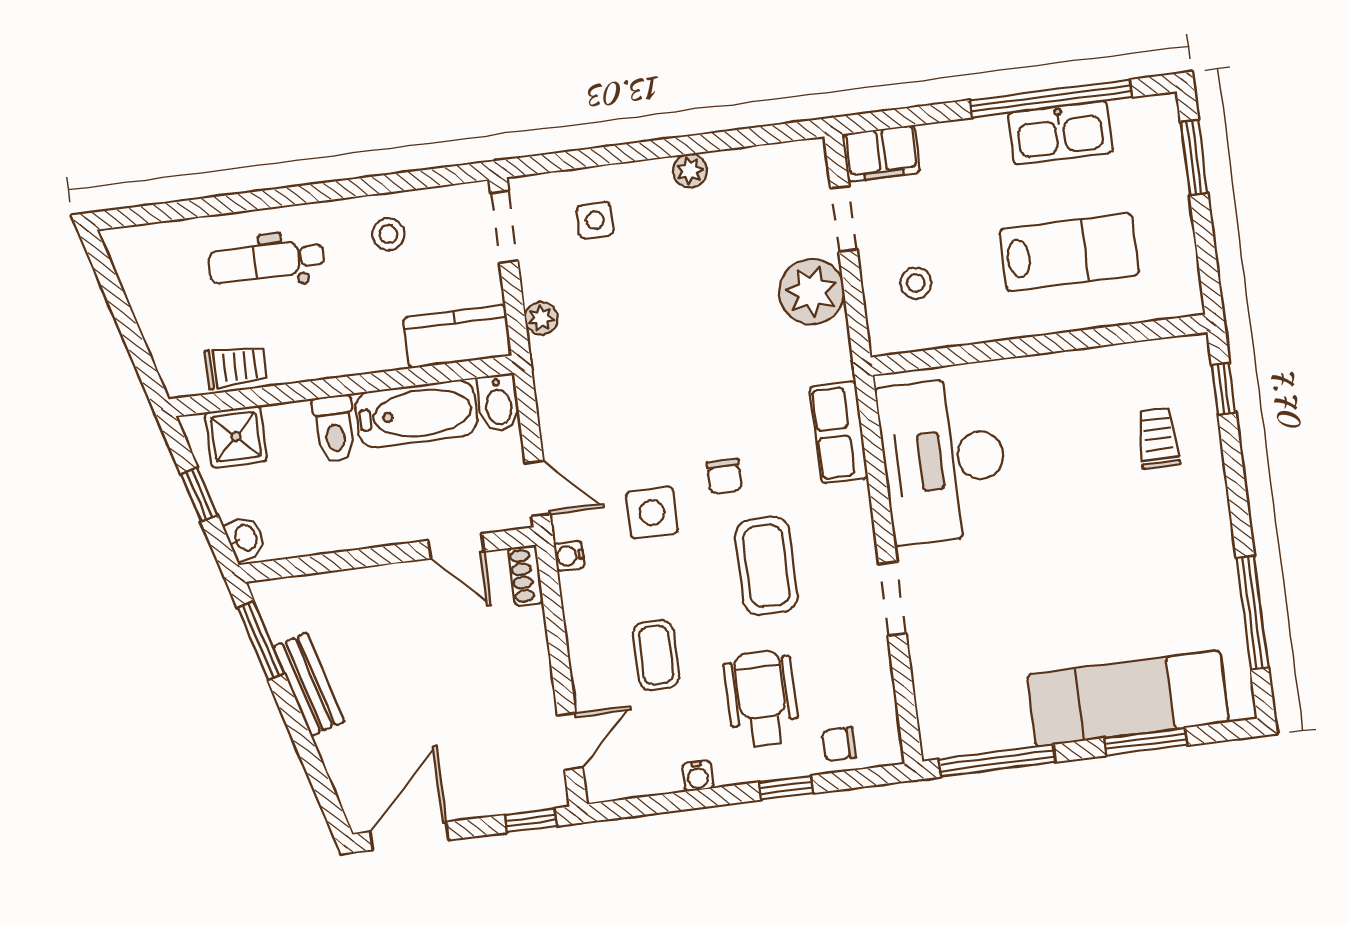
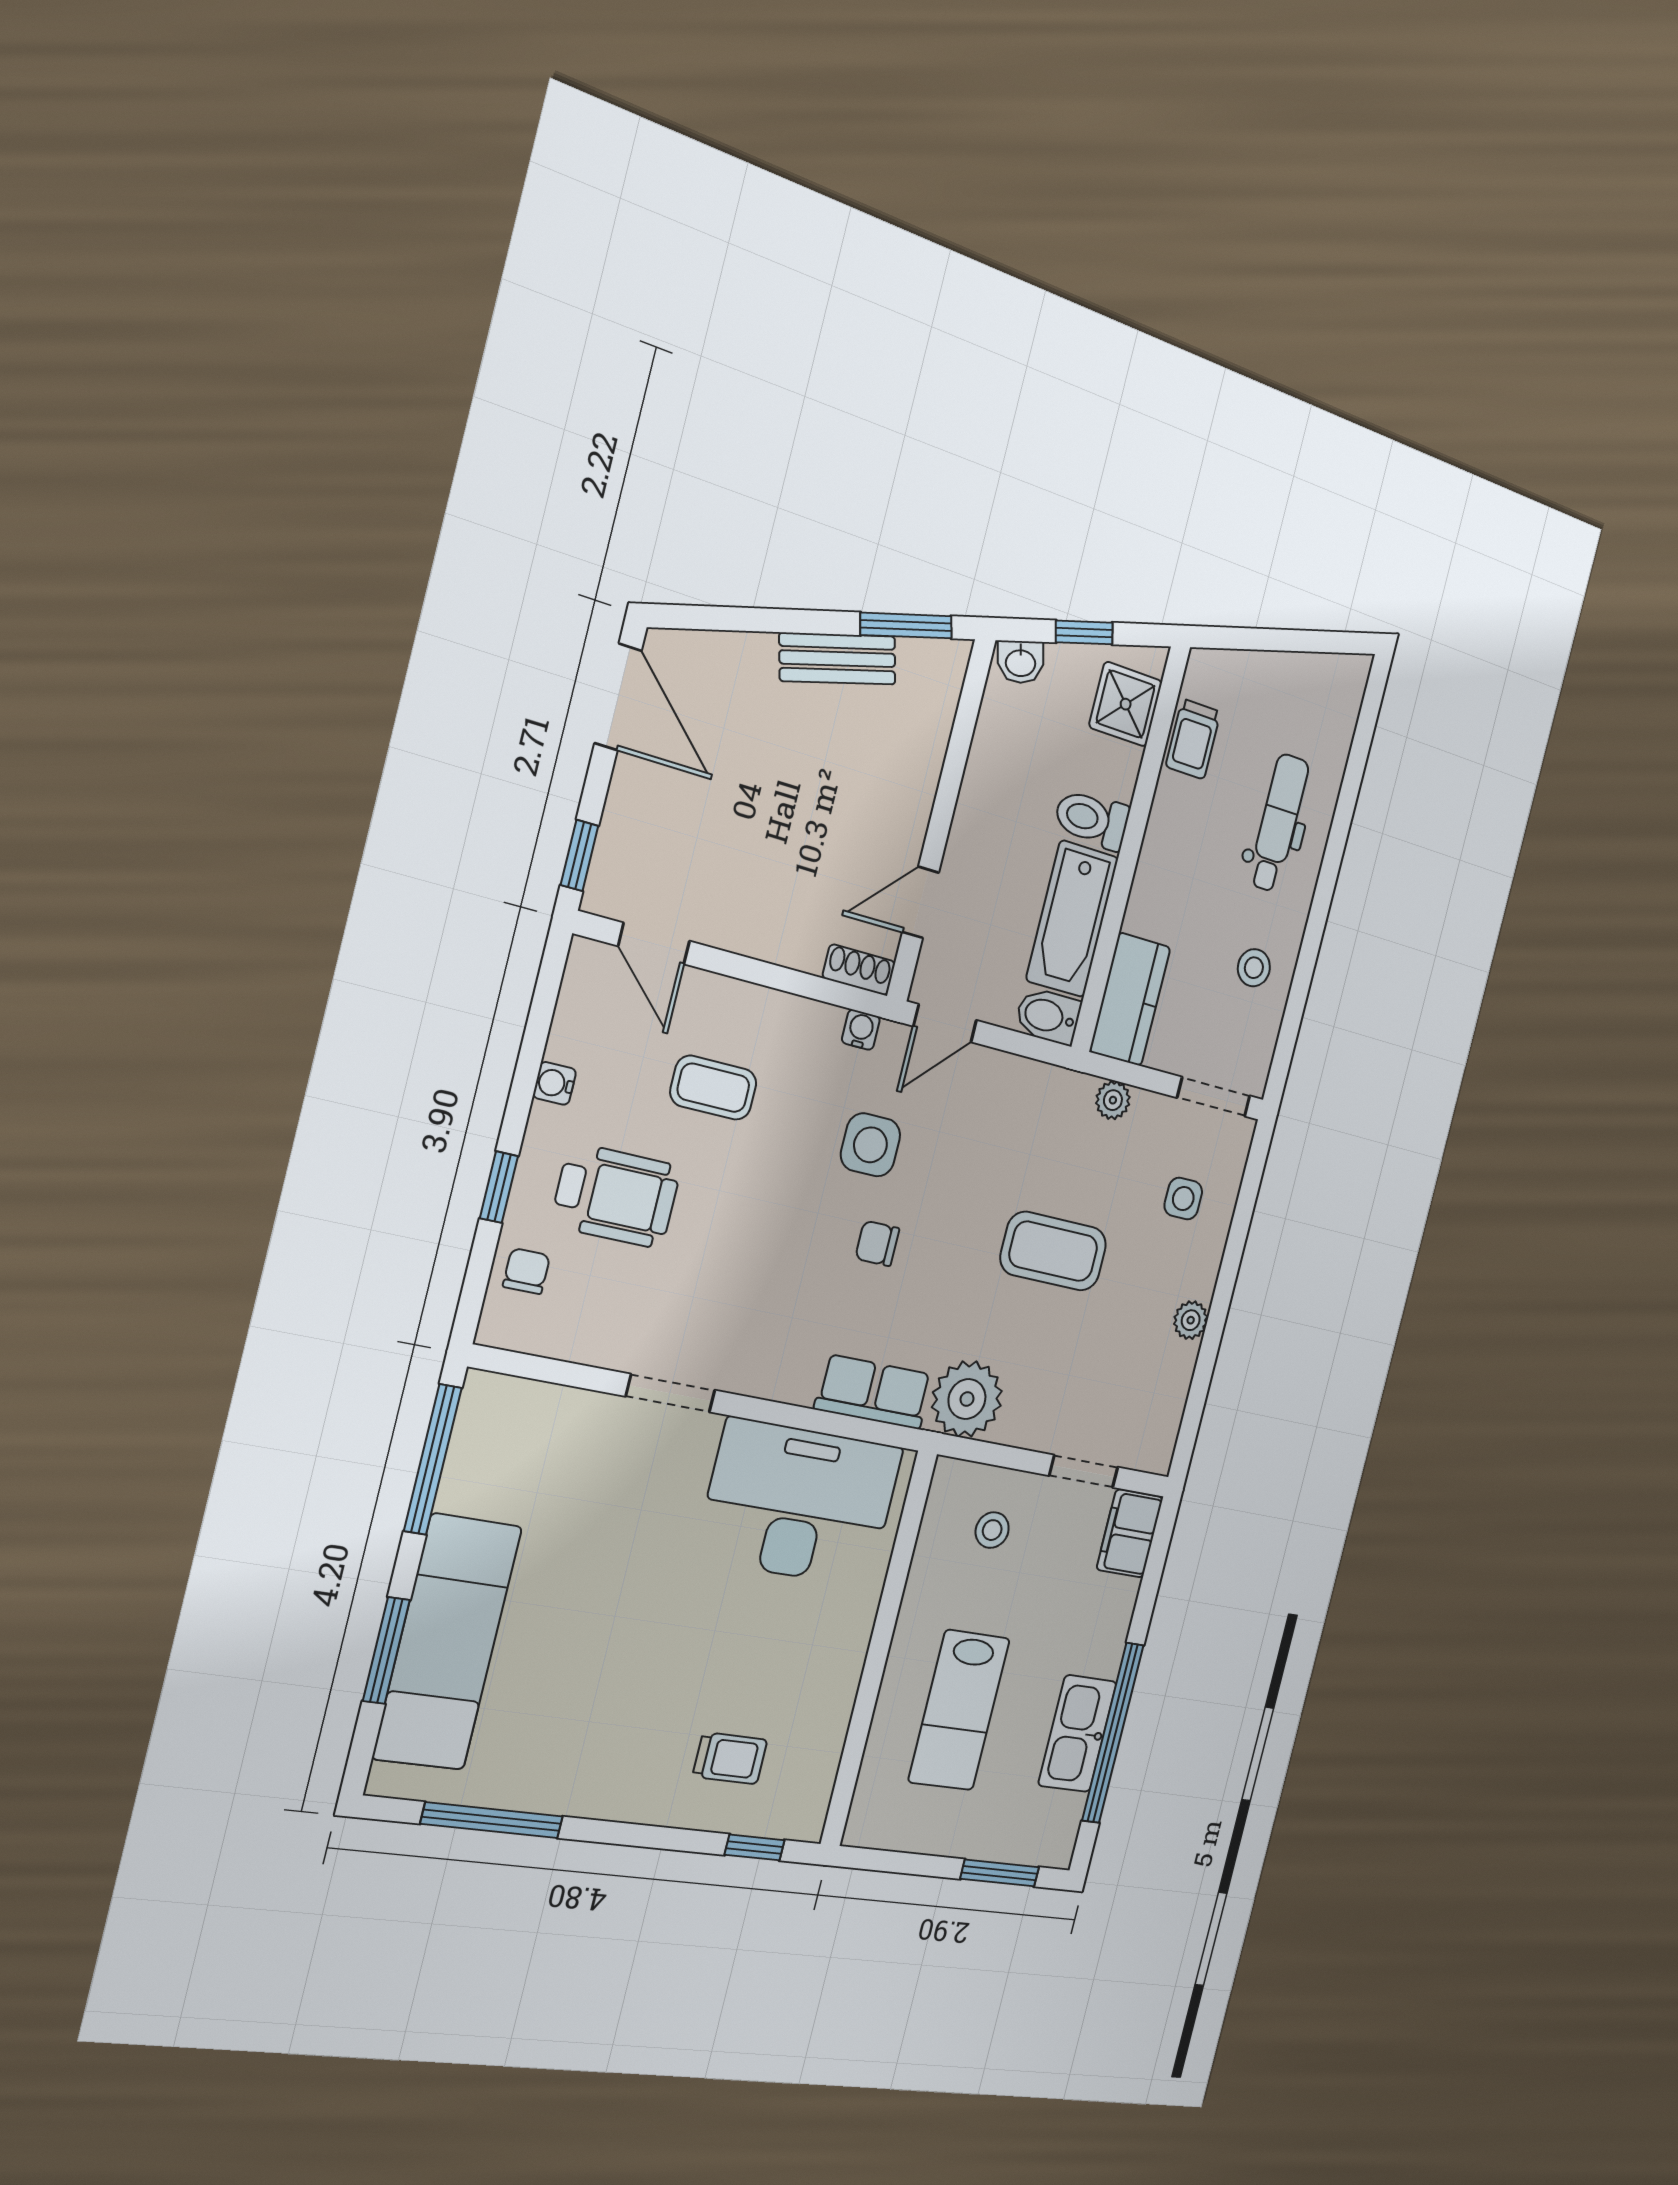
plant: (811, 292) -> (967, 1399), moved
coffee table: (766, 566) -> (1053, 1251), moved

